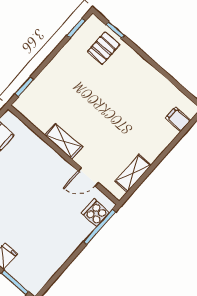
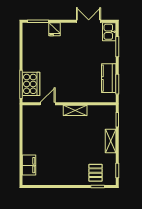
filing cabinet: (178, 119) -> (29, 165), width x2.00
shelving: (133, 173) -> (111, 141), moved
cooker: (95, 213) -> (31, 84), width x1.87, depth x1.31

